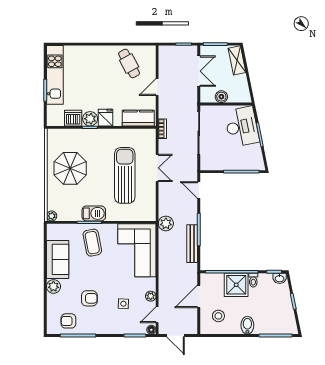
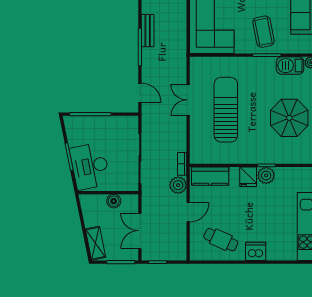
cafe table: (129, 63) -> (221, 240), turned -38
dishwasher: (73, 118) -> (256, 251), moved, turned 180
double door: (157, 168) -> (188, 100), moved
sun lounger: (125, 175) -> (226, 110), turned 180
barbecue: (94, 213) -> (290, 66), moved
plant: (166, 223) -> (178, 185), moved
bench: (192, 244) -> (148, 31), width x0.73

